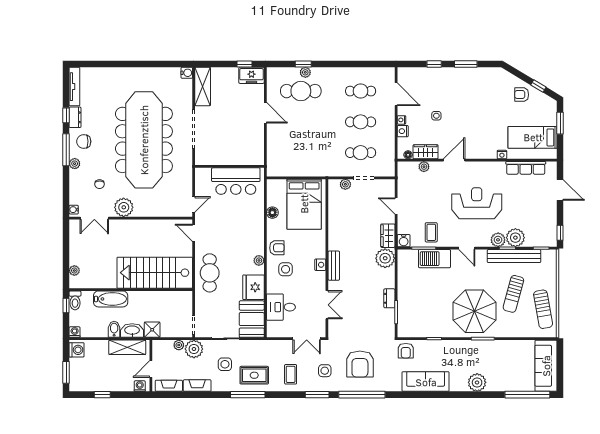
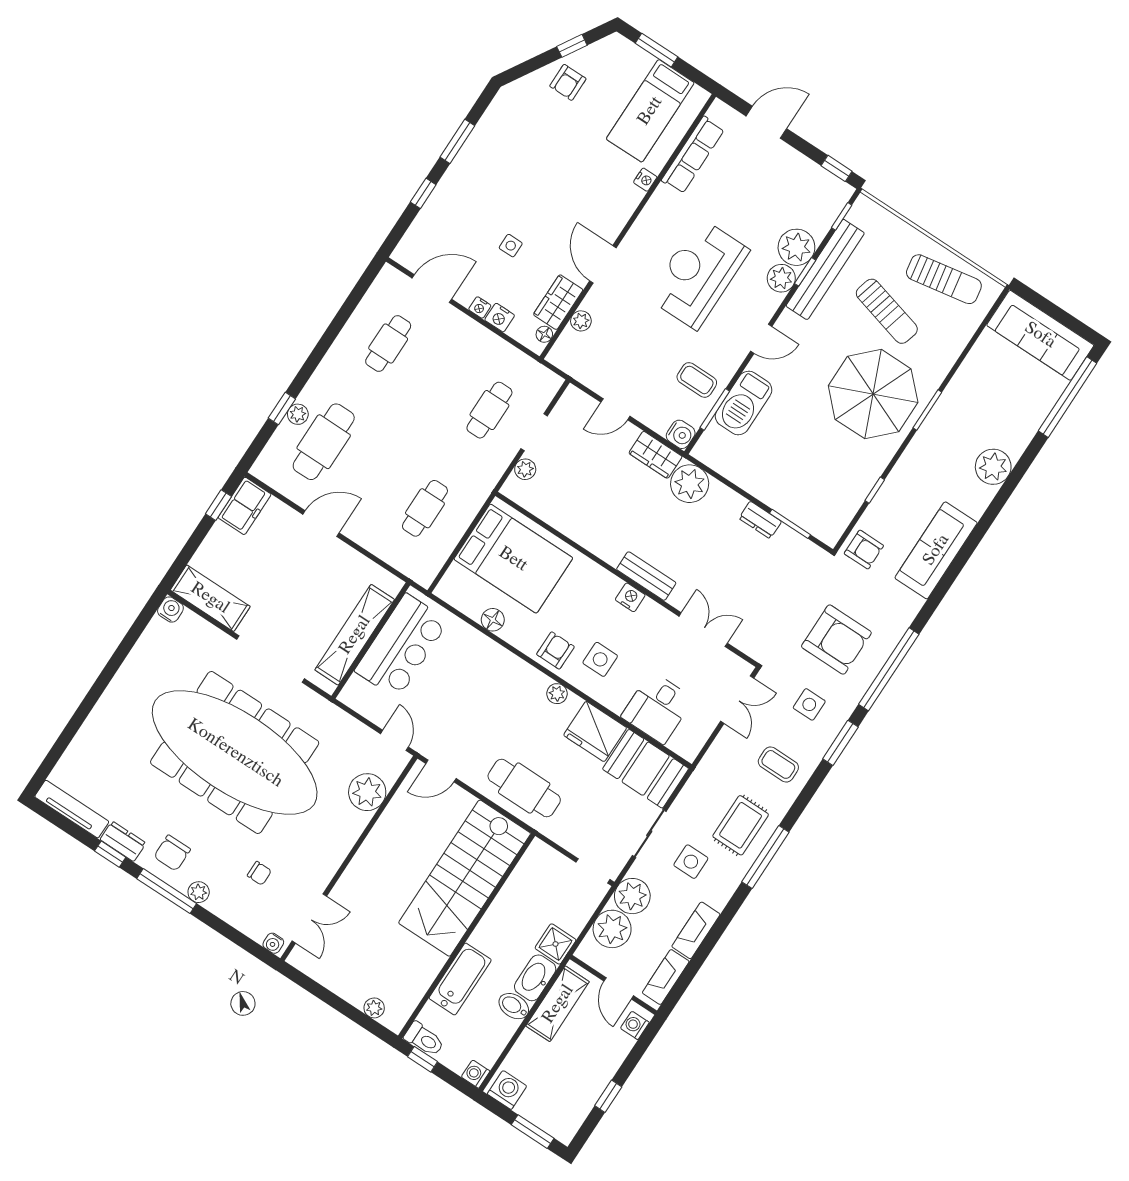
cafe table: (361, 122) -> (425, 508), moved
shelving: (227, 158) -> (355, 635), added
plant: (124, 207) -> (367, 792), moved
plant: (179, 345) -> (612, 929), width x1.88, depth x1.88

